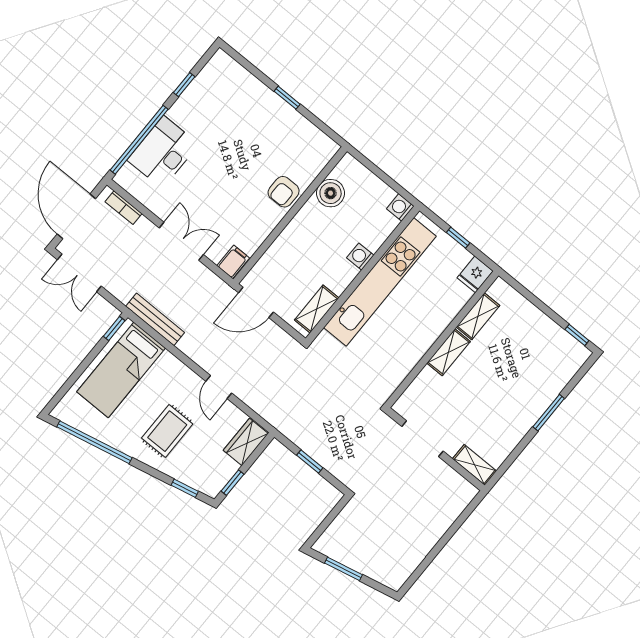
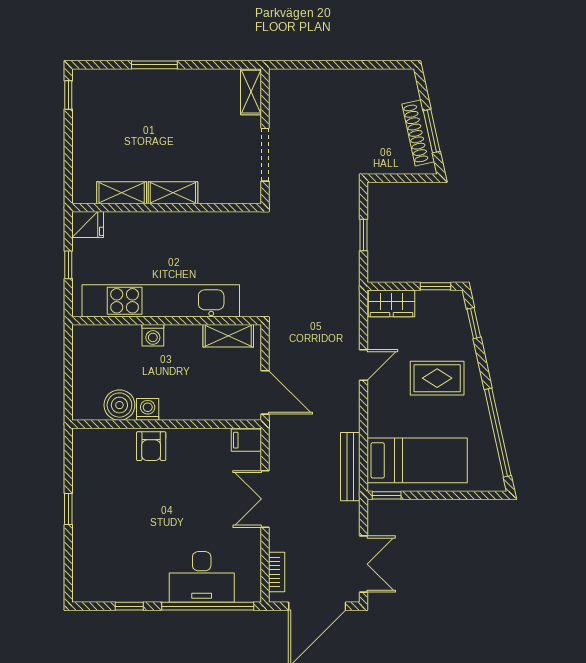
armchair: (284, 192) -> (151, 446), turned 90
washing machine: (400, 207) -> (148, 409), moved, turned 180
shoe rack: (350, 558) -> (418, 133), added

